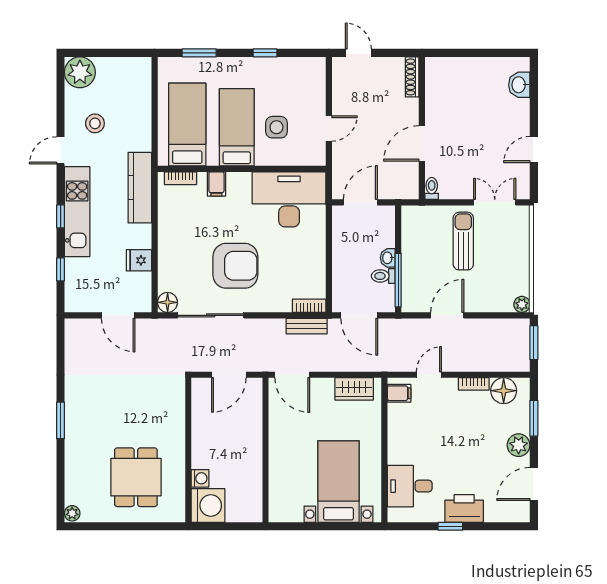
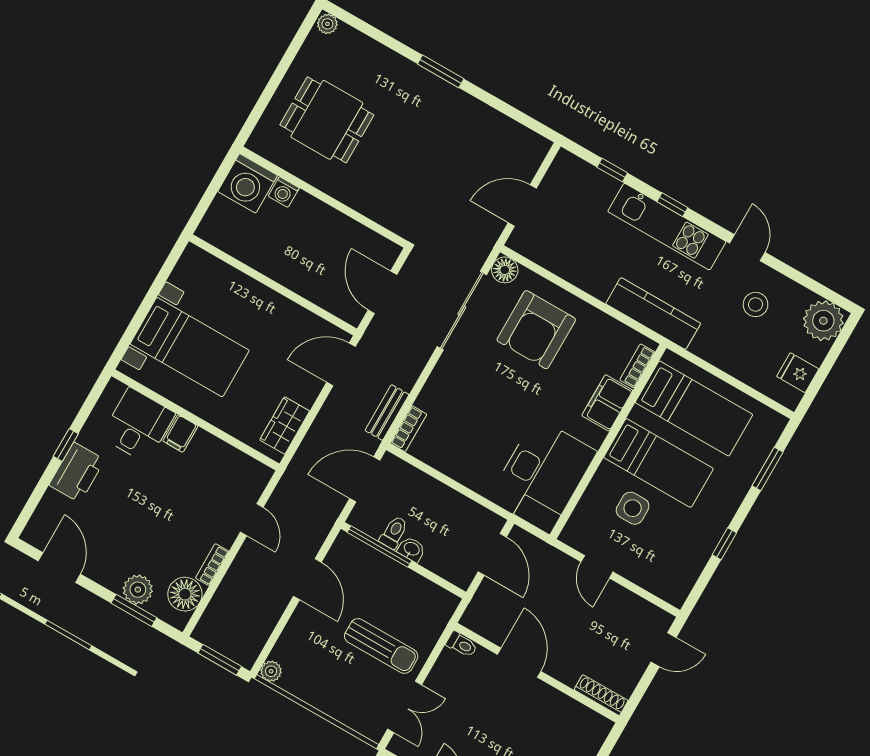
filing cabinet: (216, 184) -> (607, 403), width x2.00
fridge: (139, 260) -> (798, 373), moved, turned -90
armchair: (235, 266) -> (536, 330), moved
filing cabinet: (399, 393) -> (180, 433), moved
plant: (519, 445) -> (138, 590), moved

